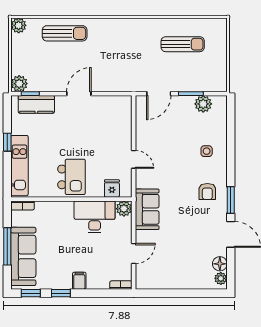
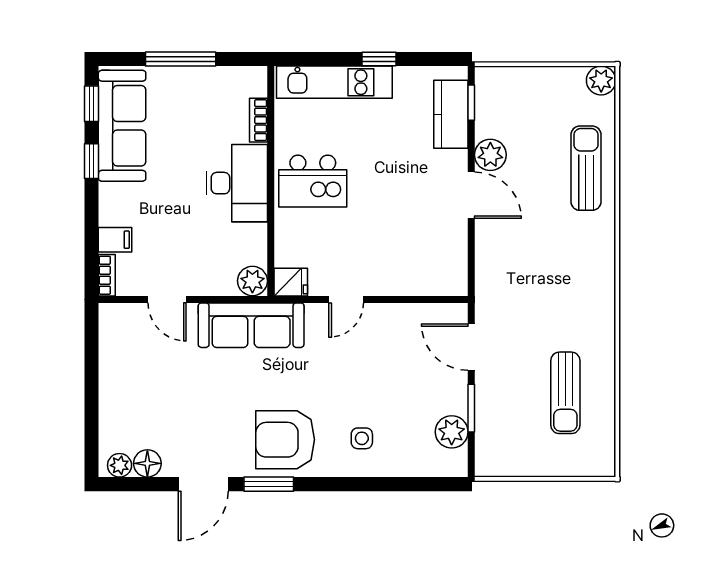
sun lounger: (65, 33) -> (586, 168), turned 180
plant: (19, 84) -> (490, 155), moved
fridge: (112, 188) -> (291, 282), moved
armchair: (207, 191) -> (285, 440), width x1.88, depth x1.88
bookcase: (23, 205) -> (259, 120), moved
sofa: (147, 209) -> (251, 325), width x1.36
desk: (95, 217) -> (237, 183), moved
sofa: (23, 256) -> (122, 126), moved, turned -90
filing cabinet: (79, 281) -> (115, 240), moved

